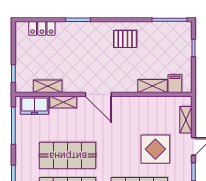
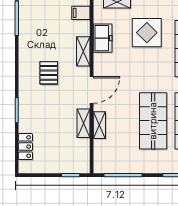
pallet: (125, 39) -> (49, 73), moved
shelving: (48, 86) -> (83, 123), moved
shelving: (152, 86) -> (83, 51), moved
freezer: (35, 105) -> (103, 38), moved

